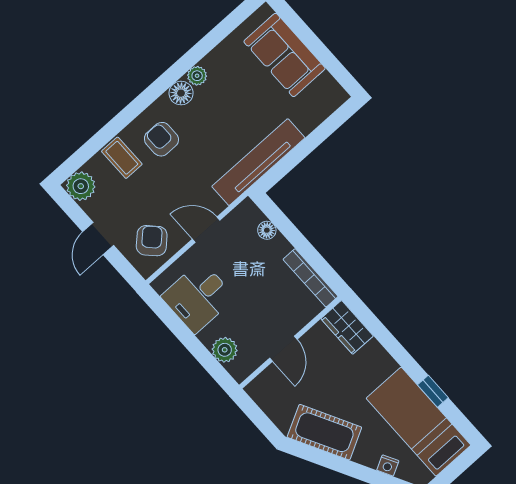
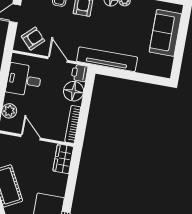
printer: (248, 214) -> (80, 73), added
floor lamp: (267, 230) -> (74, 91), width x1.89, depth x1.89
door: (283, 349) -> (31, 137), swing flipped

